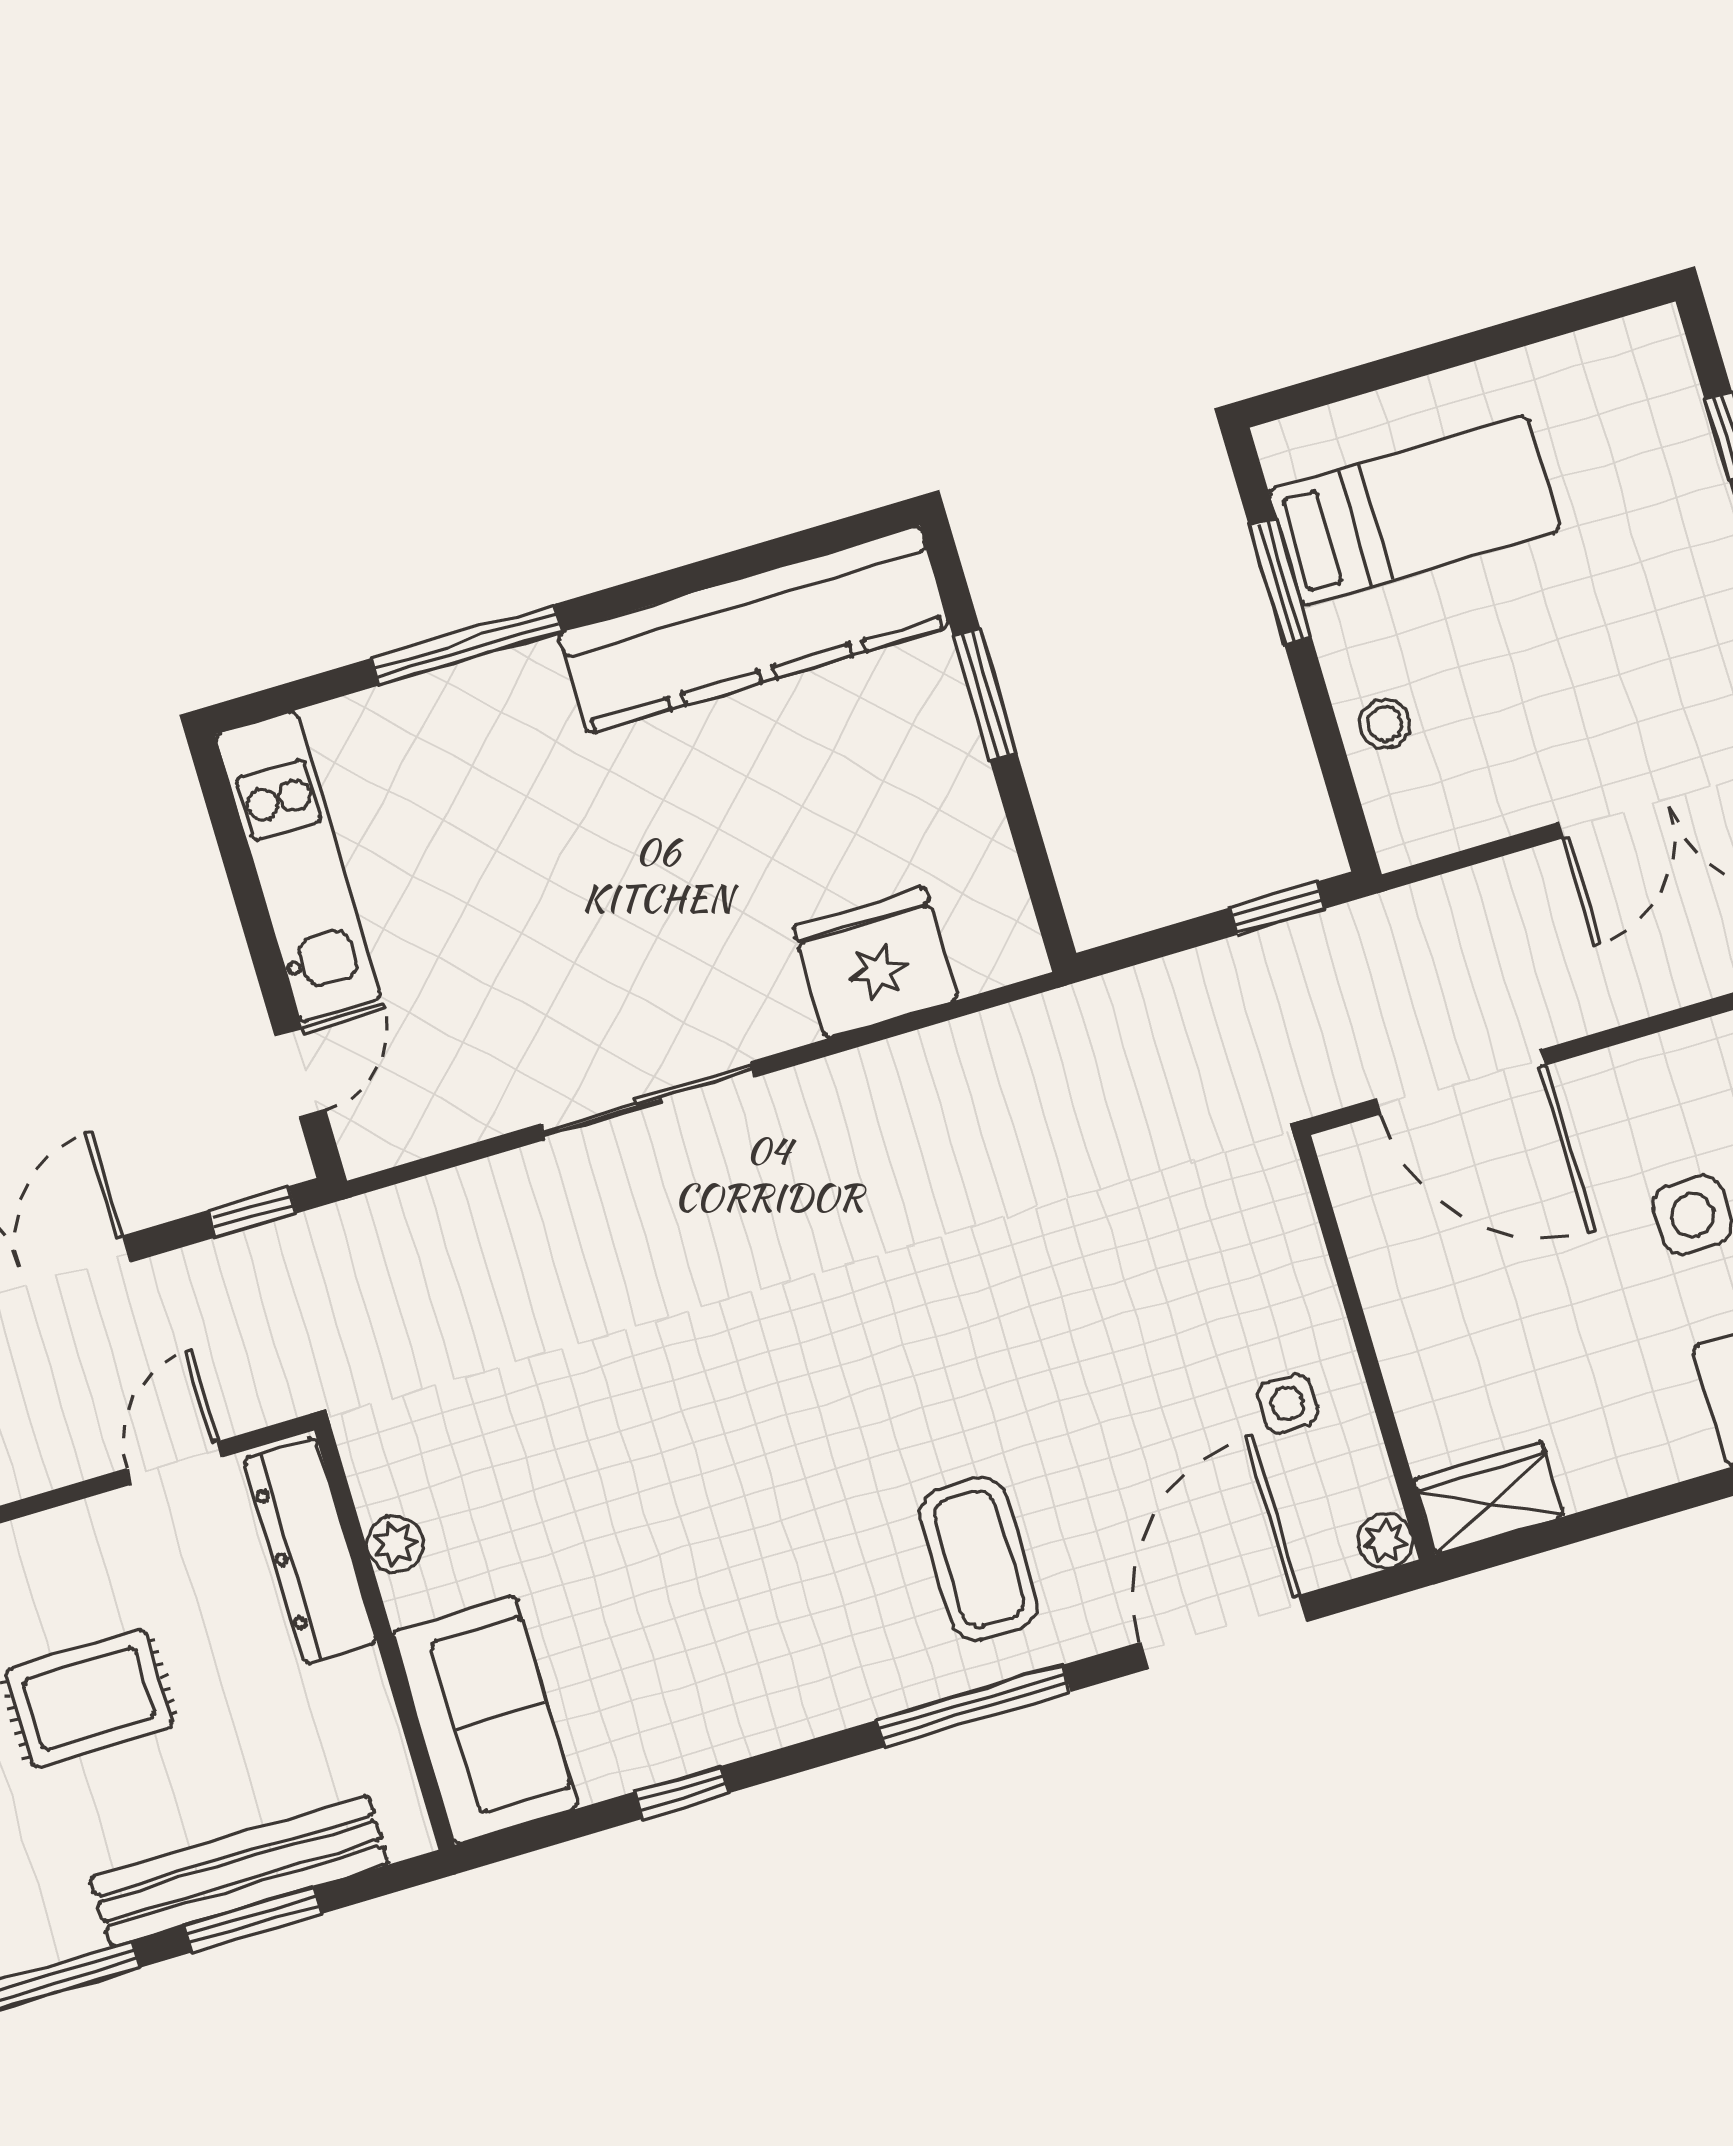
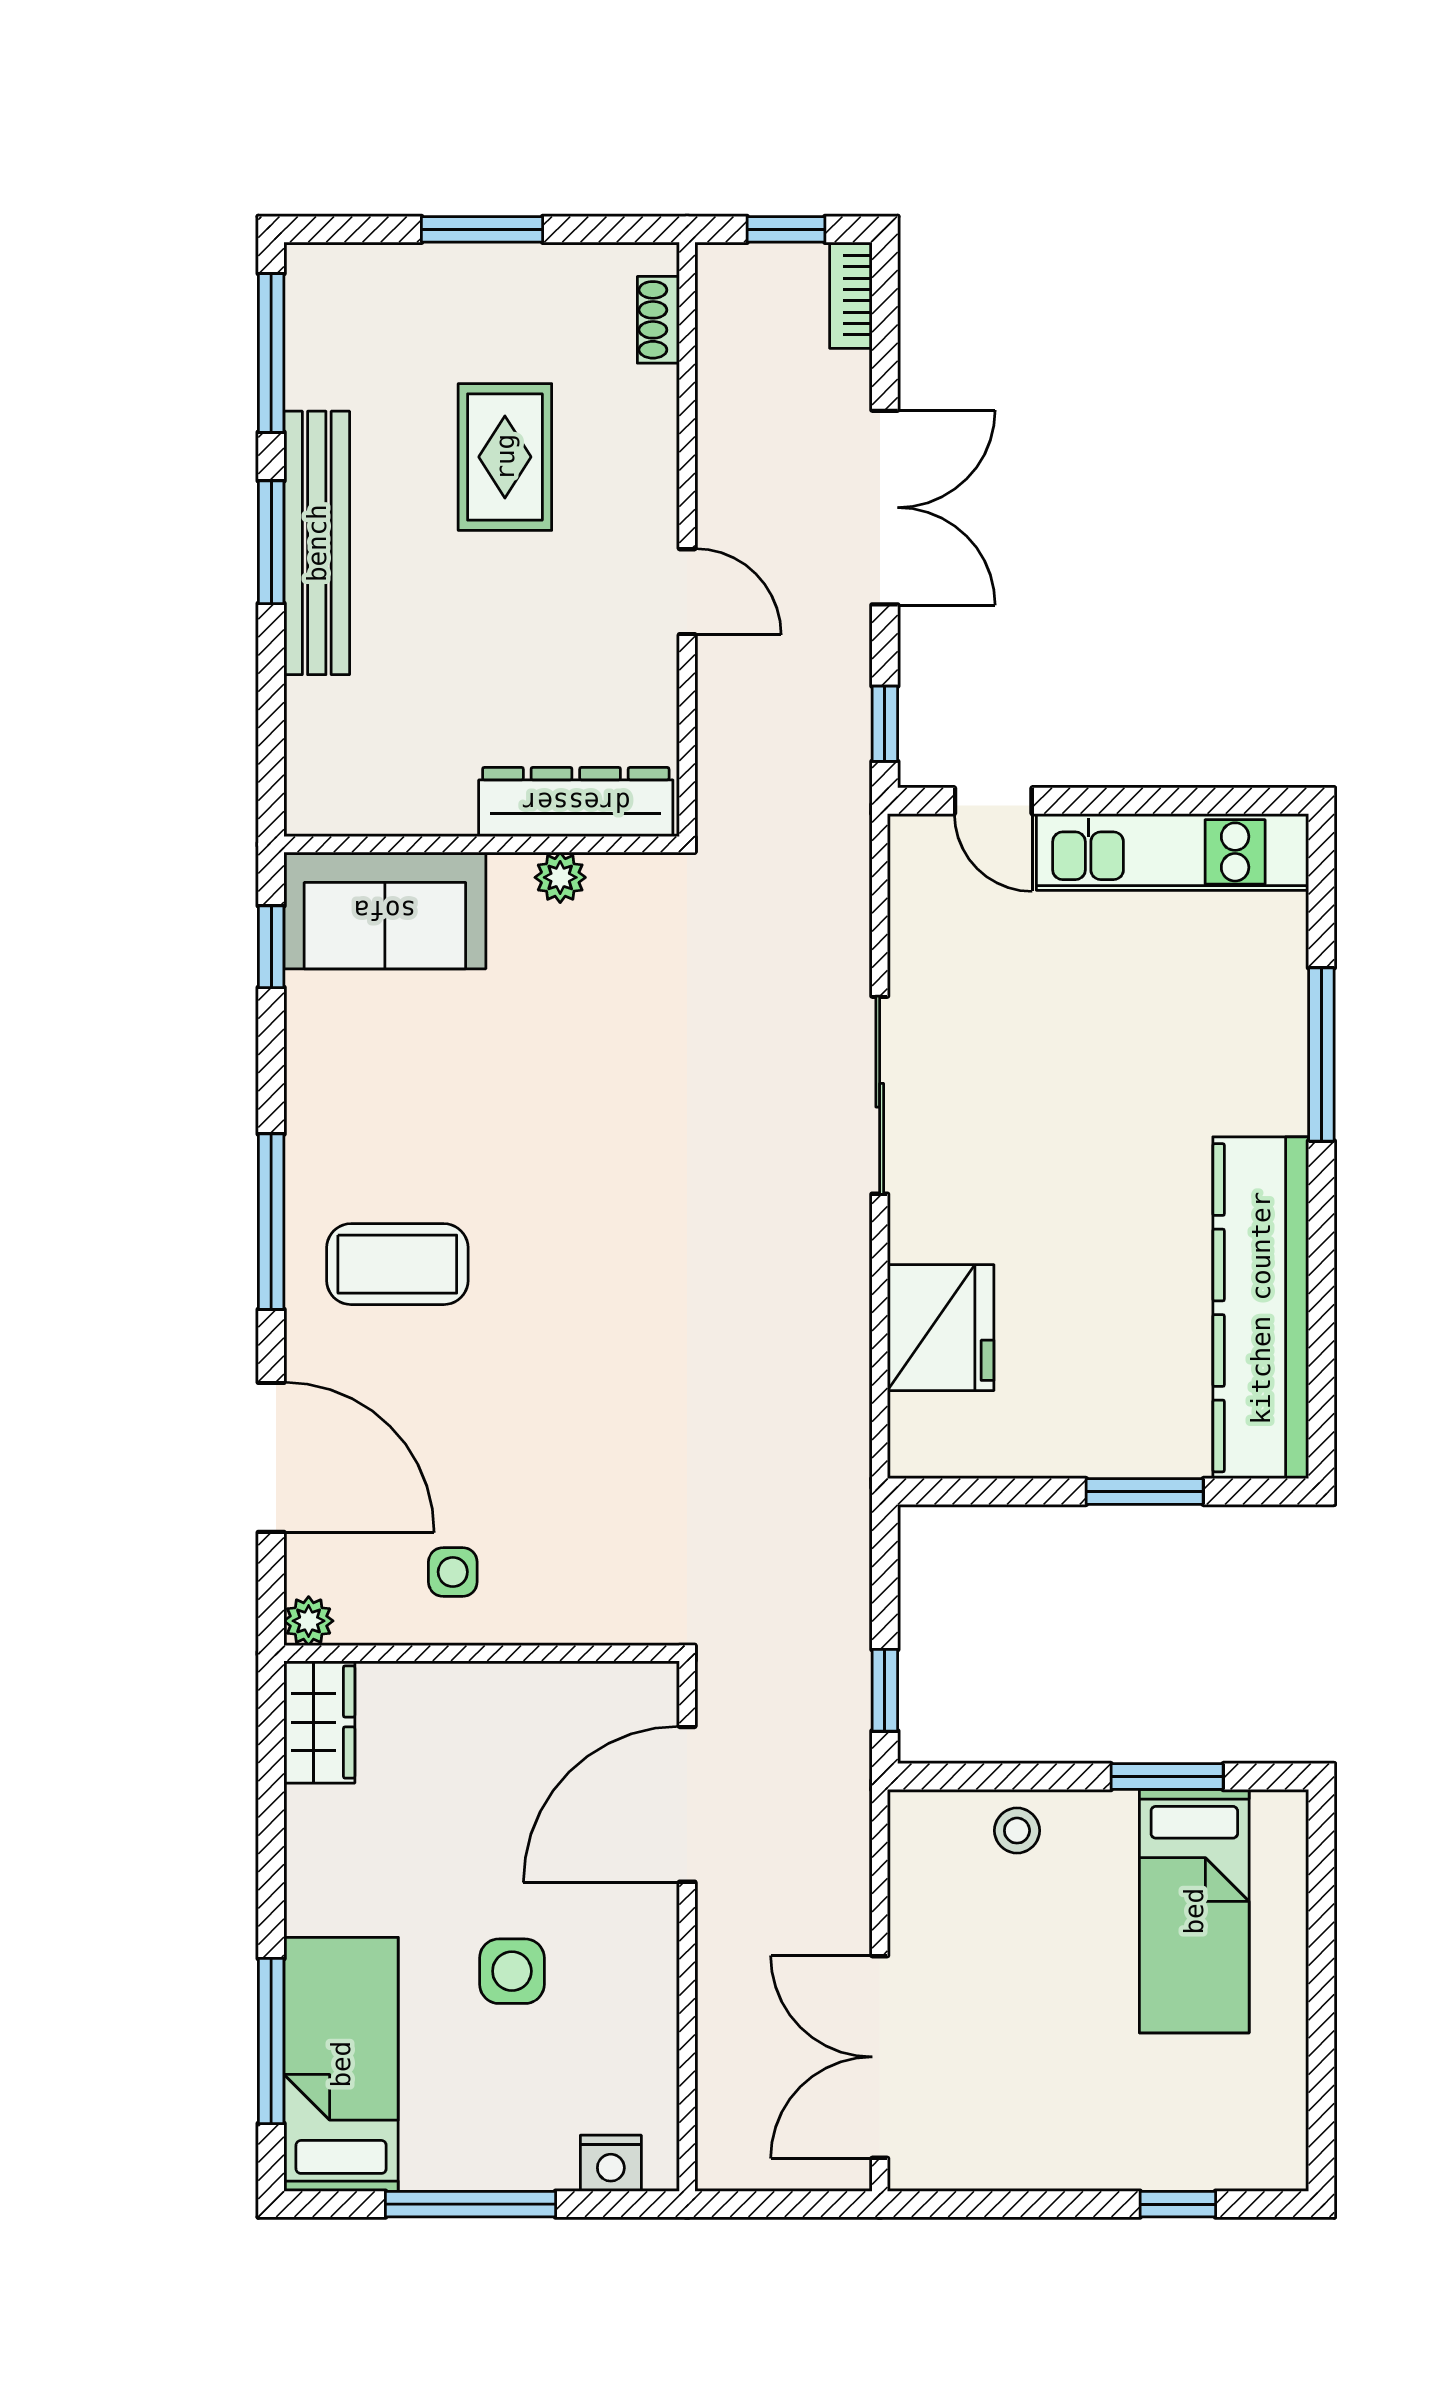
plant: (395, 1544) -> (560, 877), moved
dresser: (310, 1551) -> (576, 802), moved
wall: (385, 1638) -> (482, 844), moved
sofa: (485, 1719) -> (385, 910), moved

